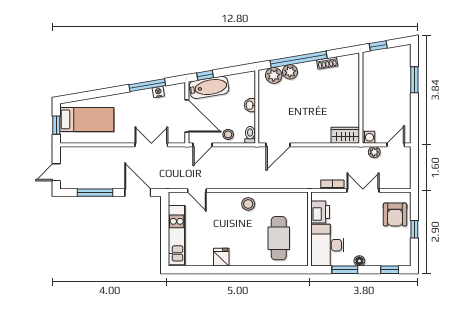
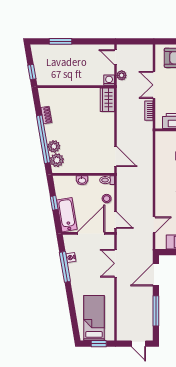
window: (205, 75) -> (54, 203), moved
stool: (248, 204) -> (165, 182), removed

